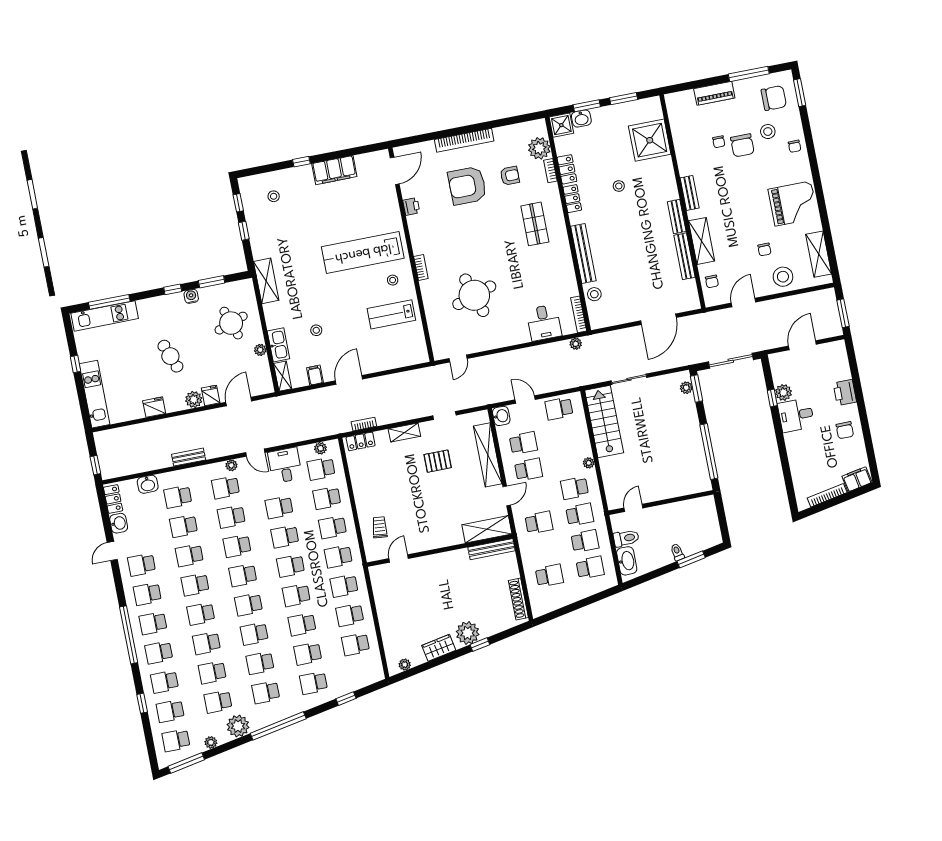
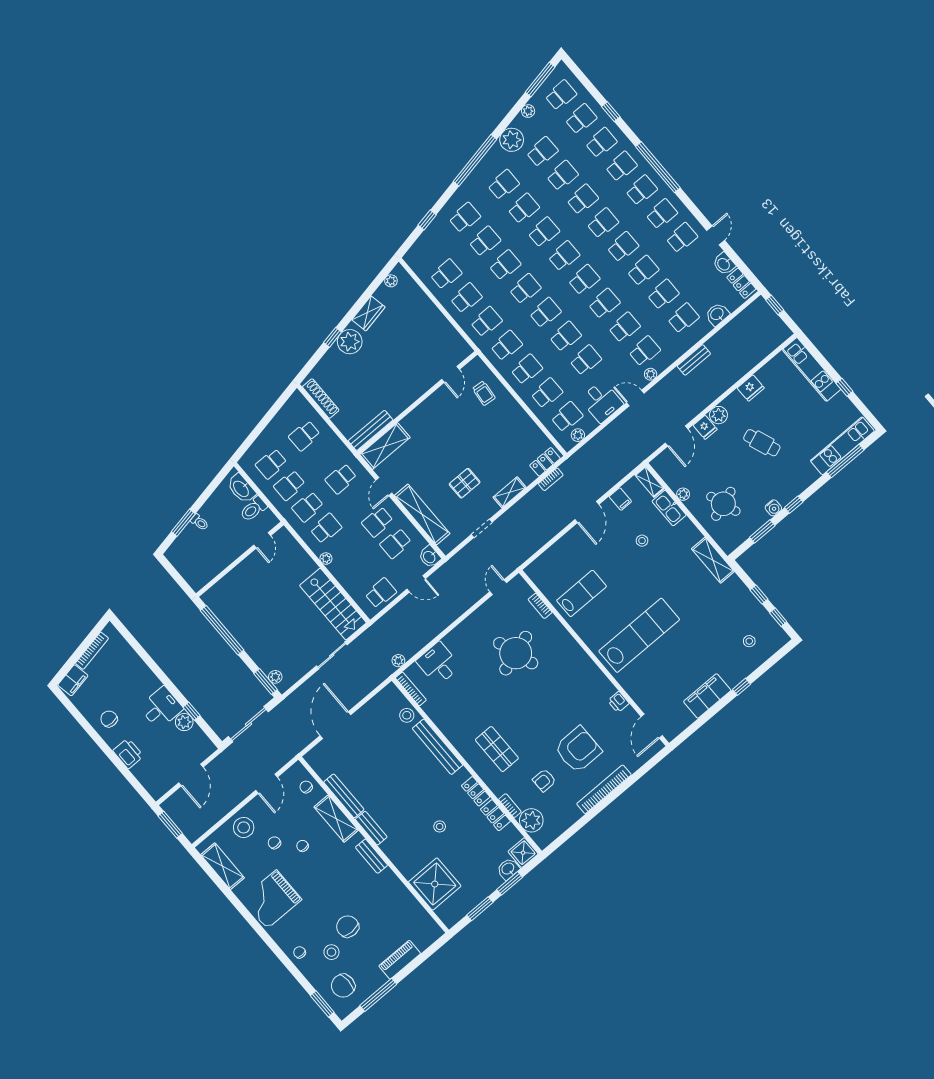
chair: (719, 142) -> (302, 846), moved
bookcase: (421, 268) -> (540, 606), moved
stool: (393, 280) -> (598, 625), removed

